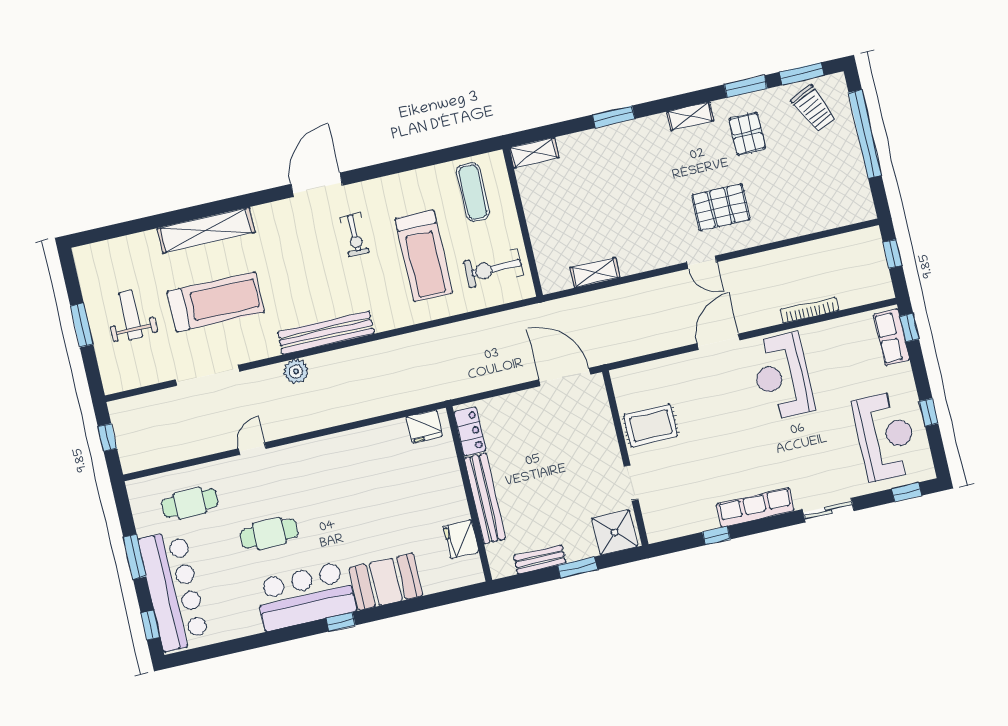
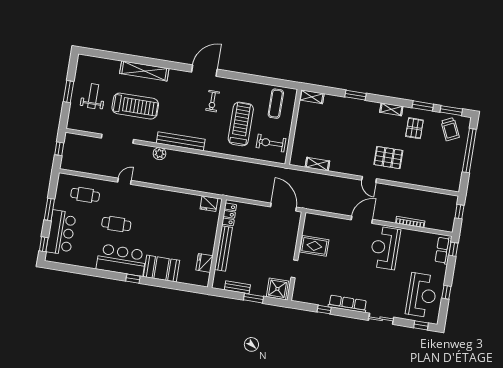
treadmill: (424, 256) -> (241, 124), turned 180
bar counter: (174, 591) -> (61, 233), width x0.73

